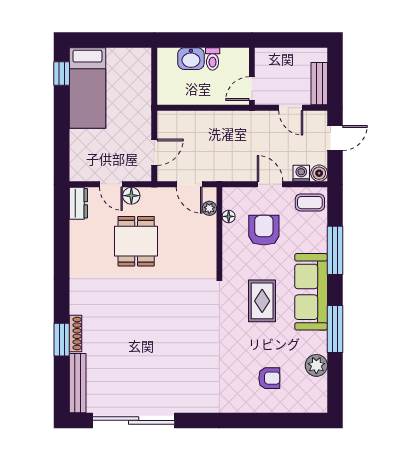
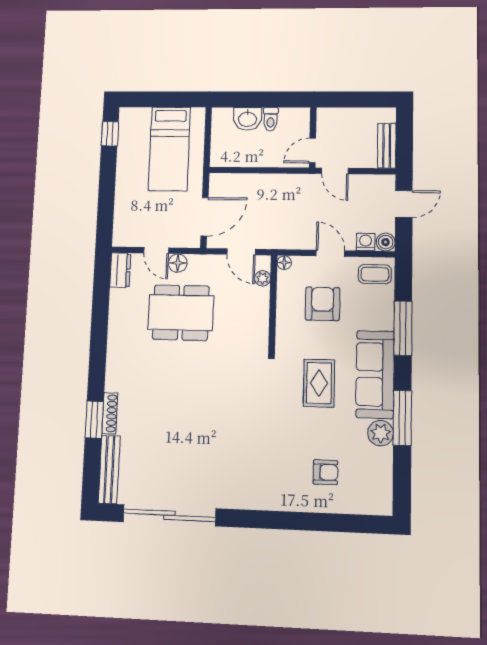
bed: (87, 88) -> (169, 149), moved
door: (291, 108) -> (335, 171), moved
door: (154, 152) -> (205, 217), width x1.38
floor lamp: (229, 216) -> (284, 263), moved
dining table: (136, 241) -> (181, 313), width x1.38
plant: (316, 365) -> (381, 433), moved

